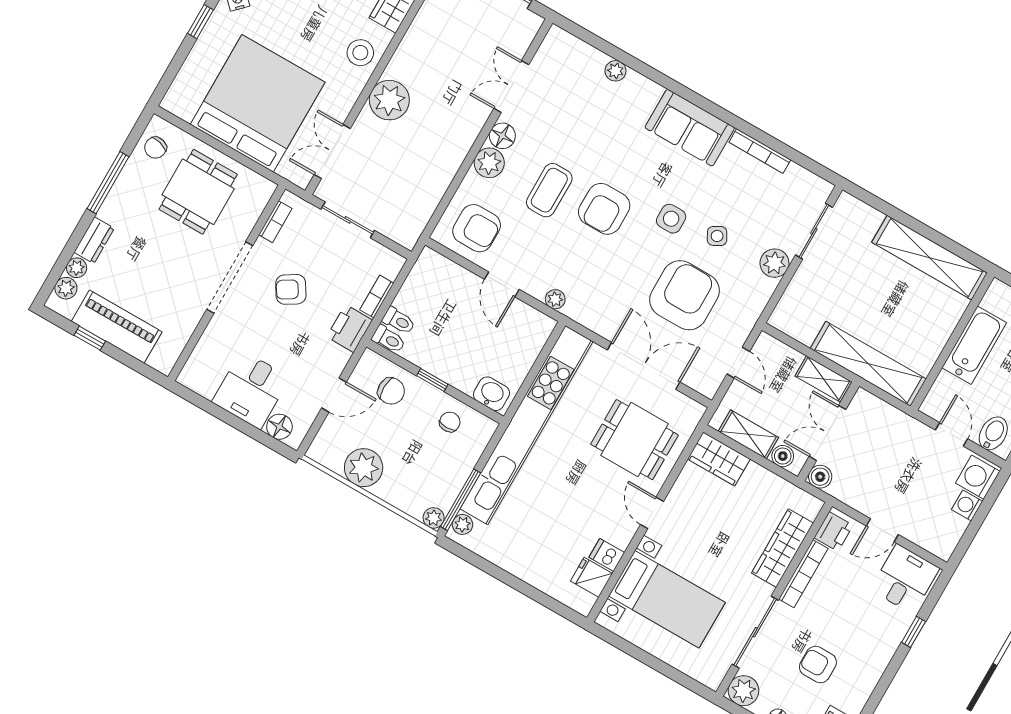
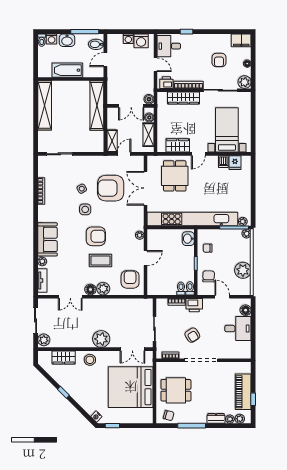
tv unit: (577, 49) -> (42, 281), added
sofa: (690, 128) -> (47, 239), moved
plant: (774, 263) -> (80, 162), removed
shelving: (823, 379) -> (112, 141), moved
wardrobe: (719, 459) -> (178, 145), moved, turned -90
washing machine: (978, 477) -> (141, 41), moved

